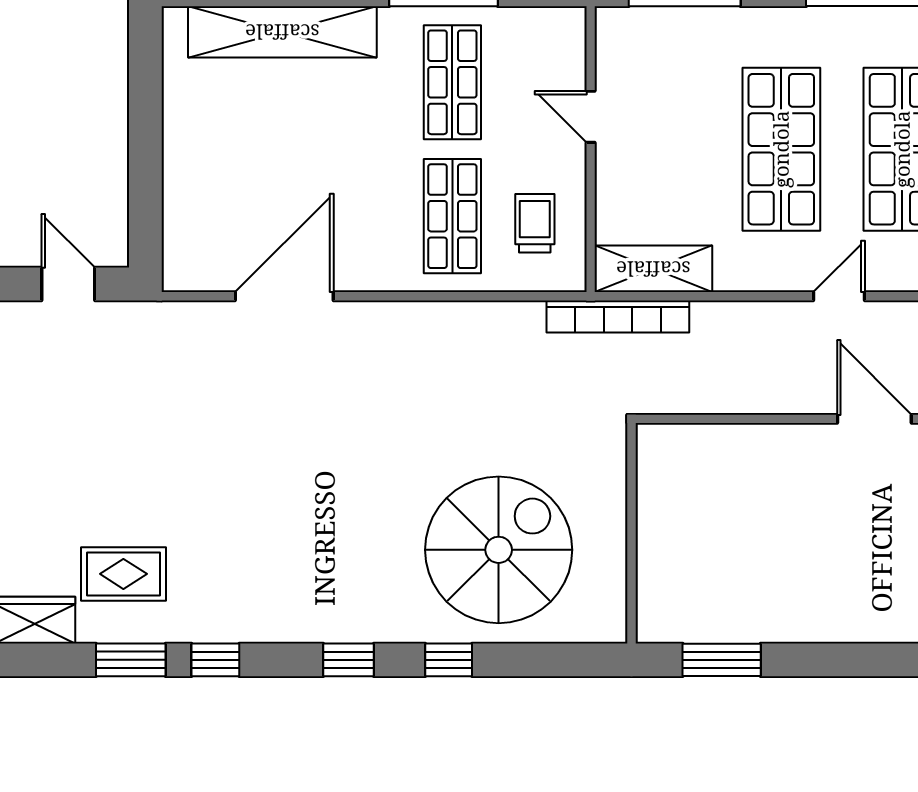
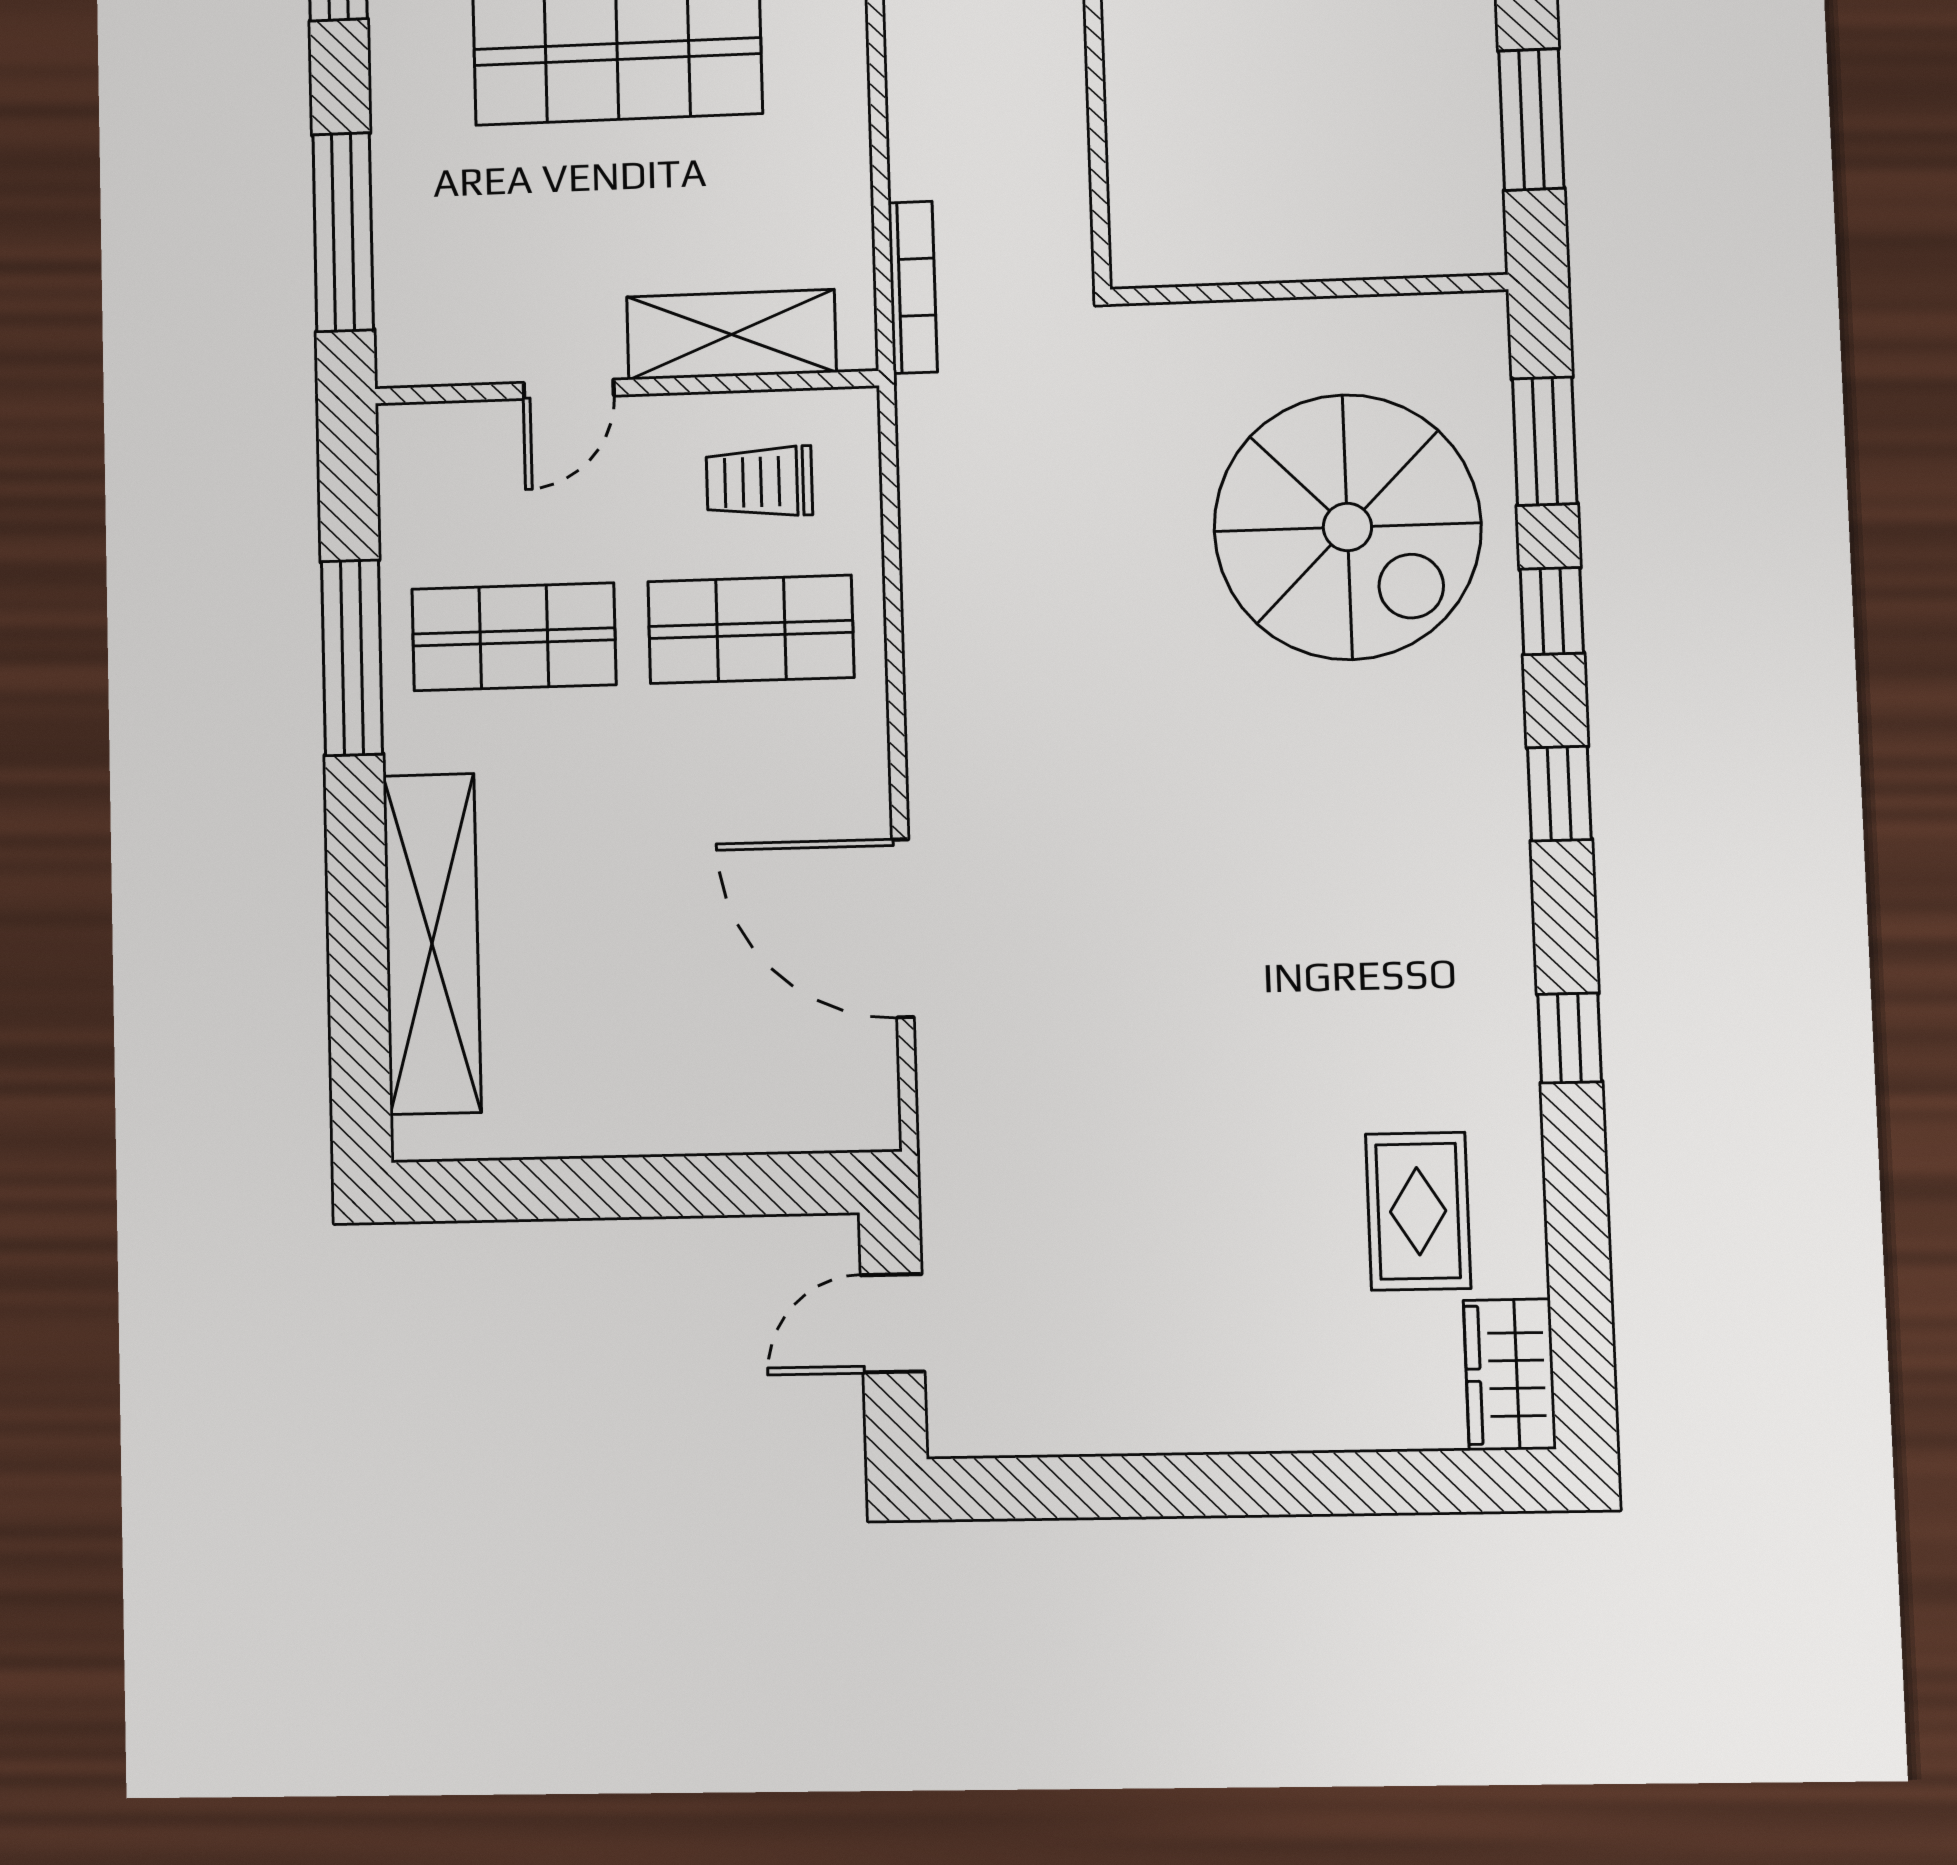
shelving: (653, 269) -> (731, 334), moved, turned 90
bookcase: (618, 317) -> (913, 287), width x0.68, depth x0.76
spiral stairs: (499, 550) -> (1347, 527), turned 180
window: (131, 660) -> (1545, 441), moved

